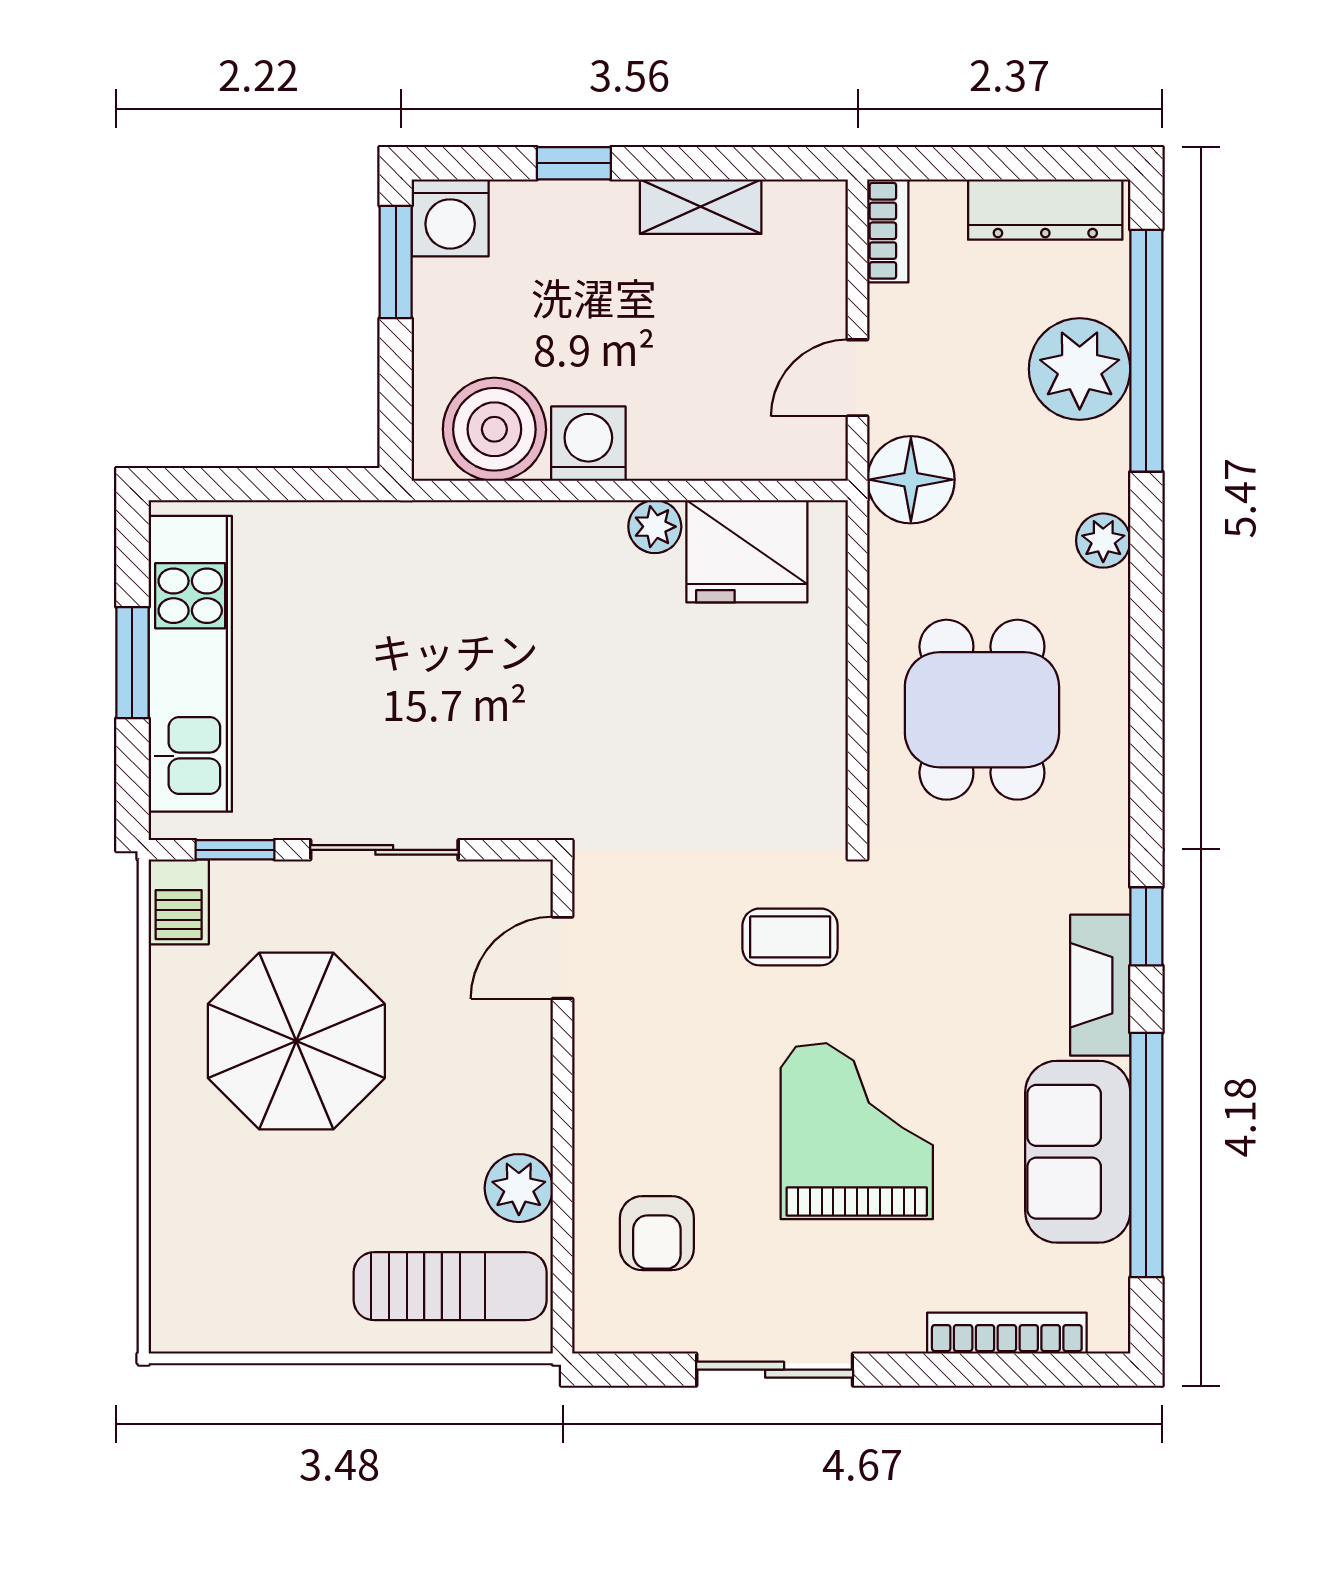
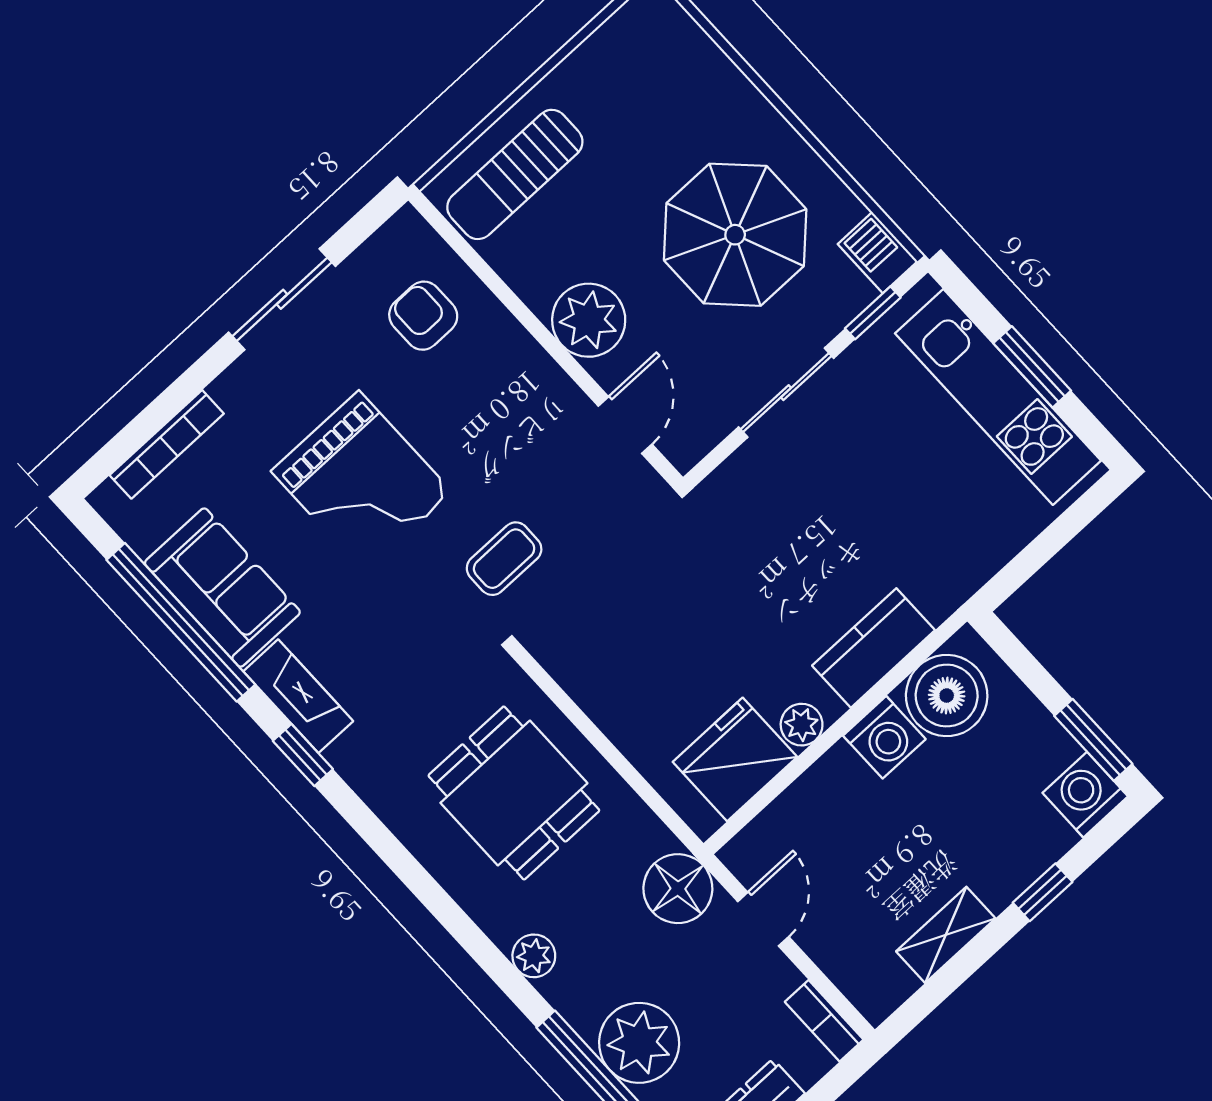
kitchen counter: (522, 536) -> (874, 648), added
plant: (519, 1188) -> (589, 320), moved, width x1.36, depth x1.36

